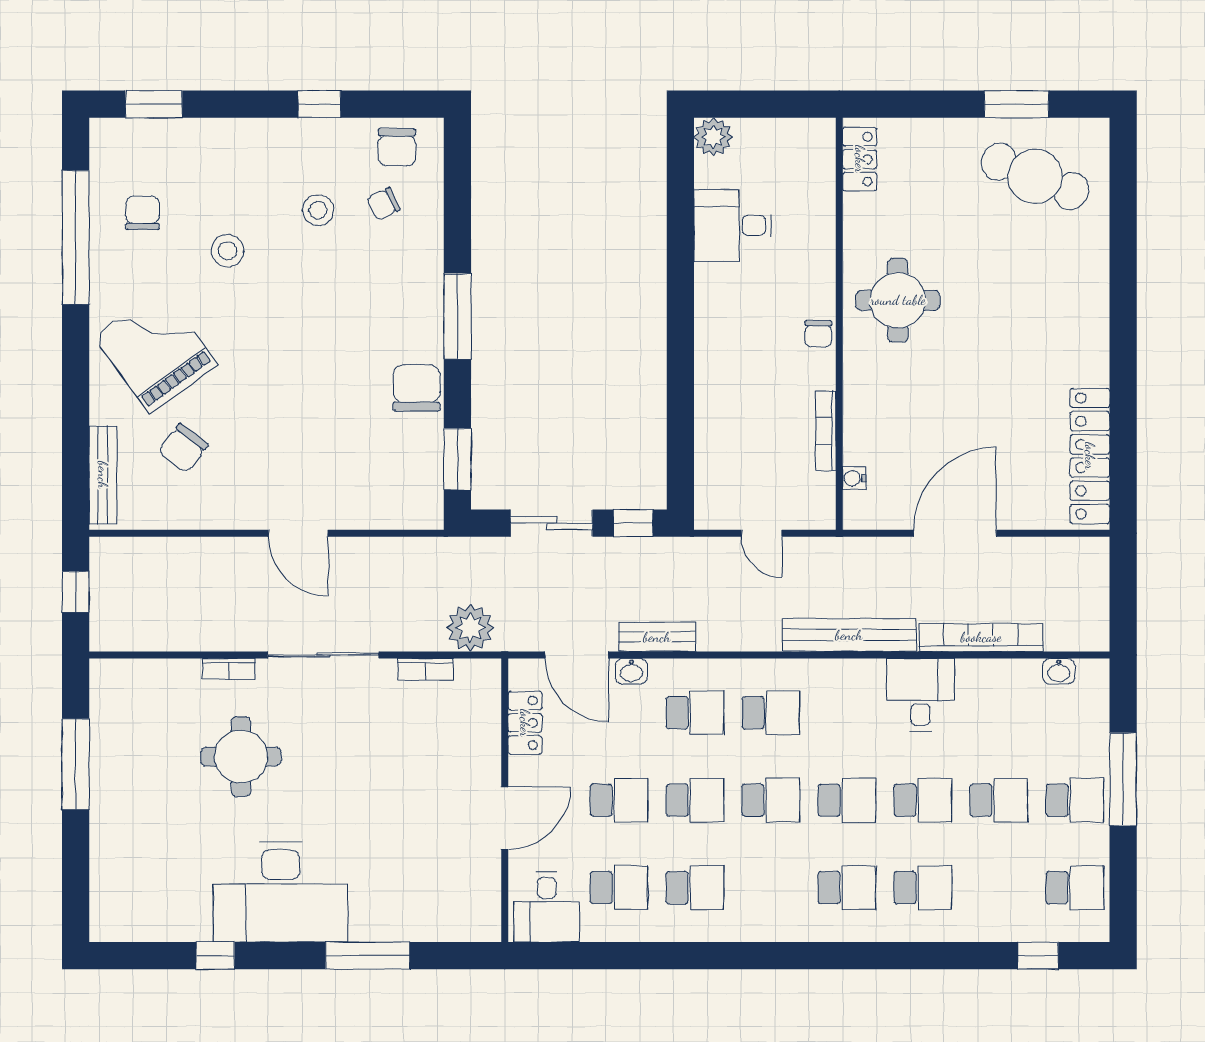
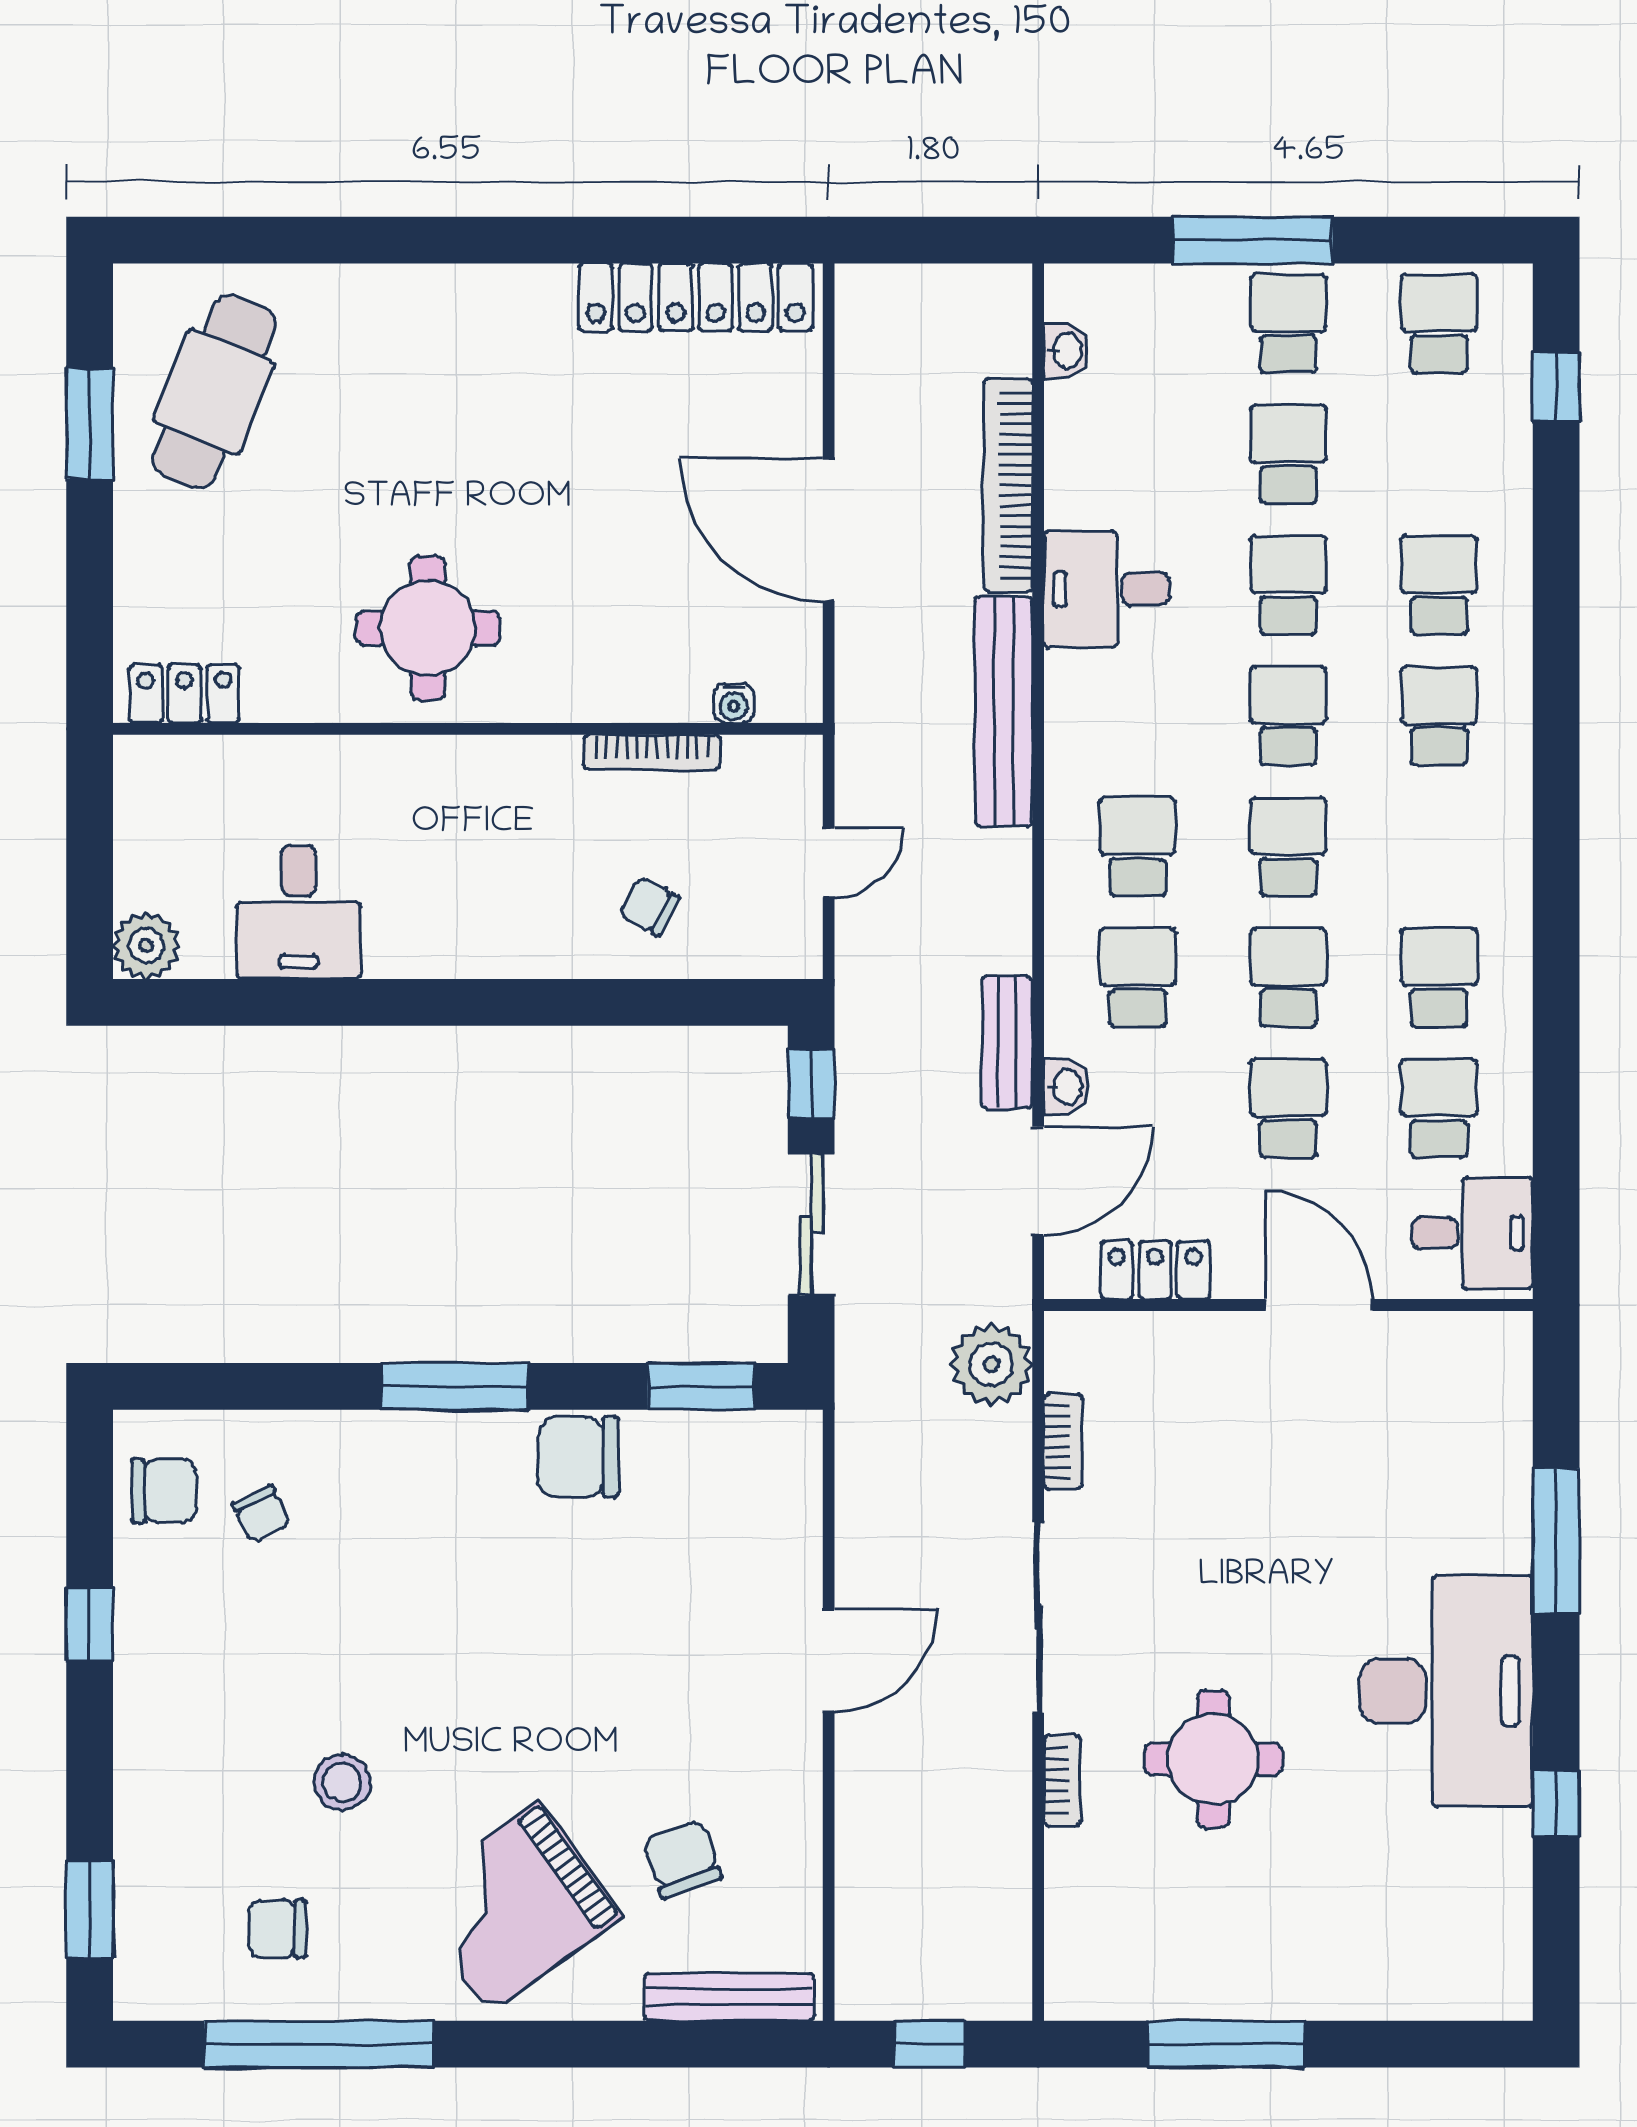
stool: (318, 210) -> (272, 1627), removed
chair: (818, 334) -> (649, 906), moved, turned -152
chair: (183, 448) -> (682, 1859), turned -148

